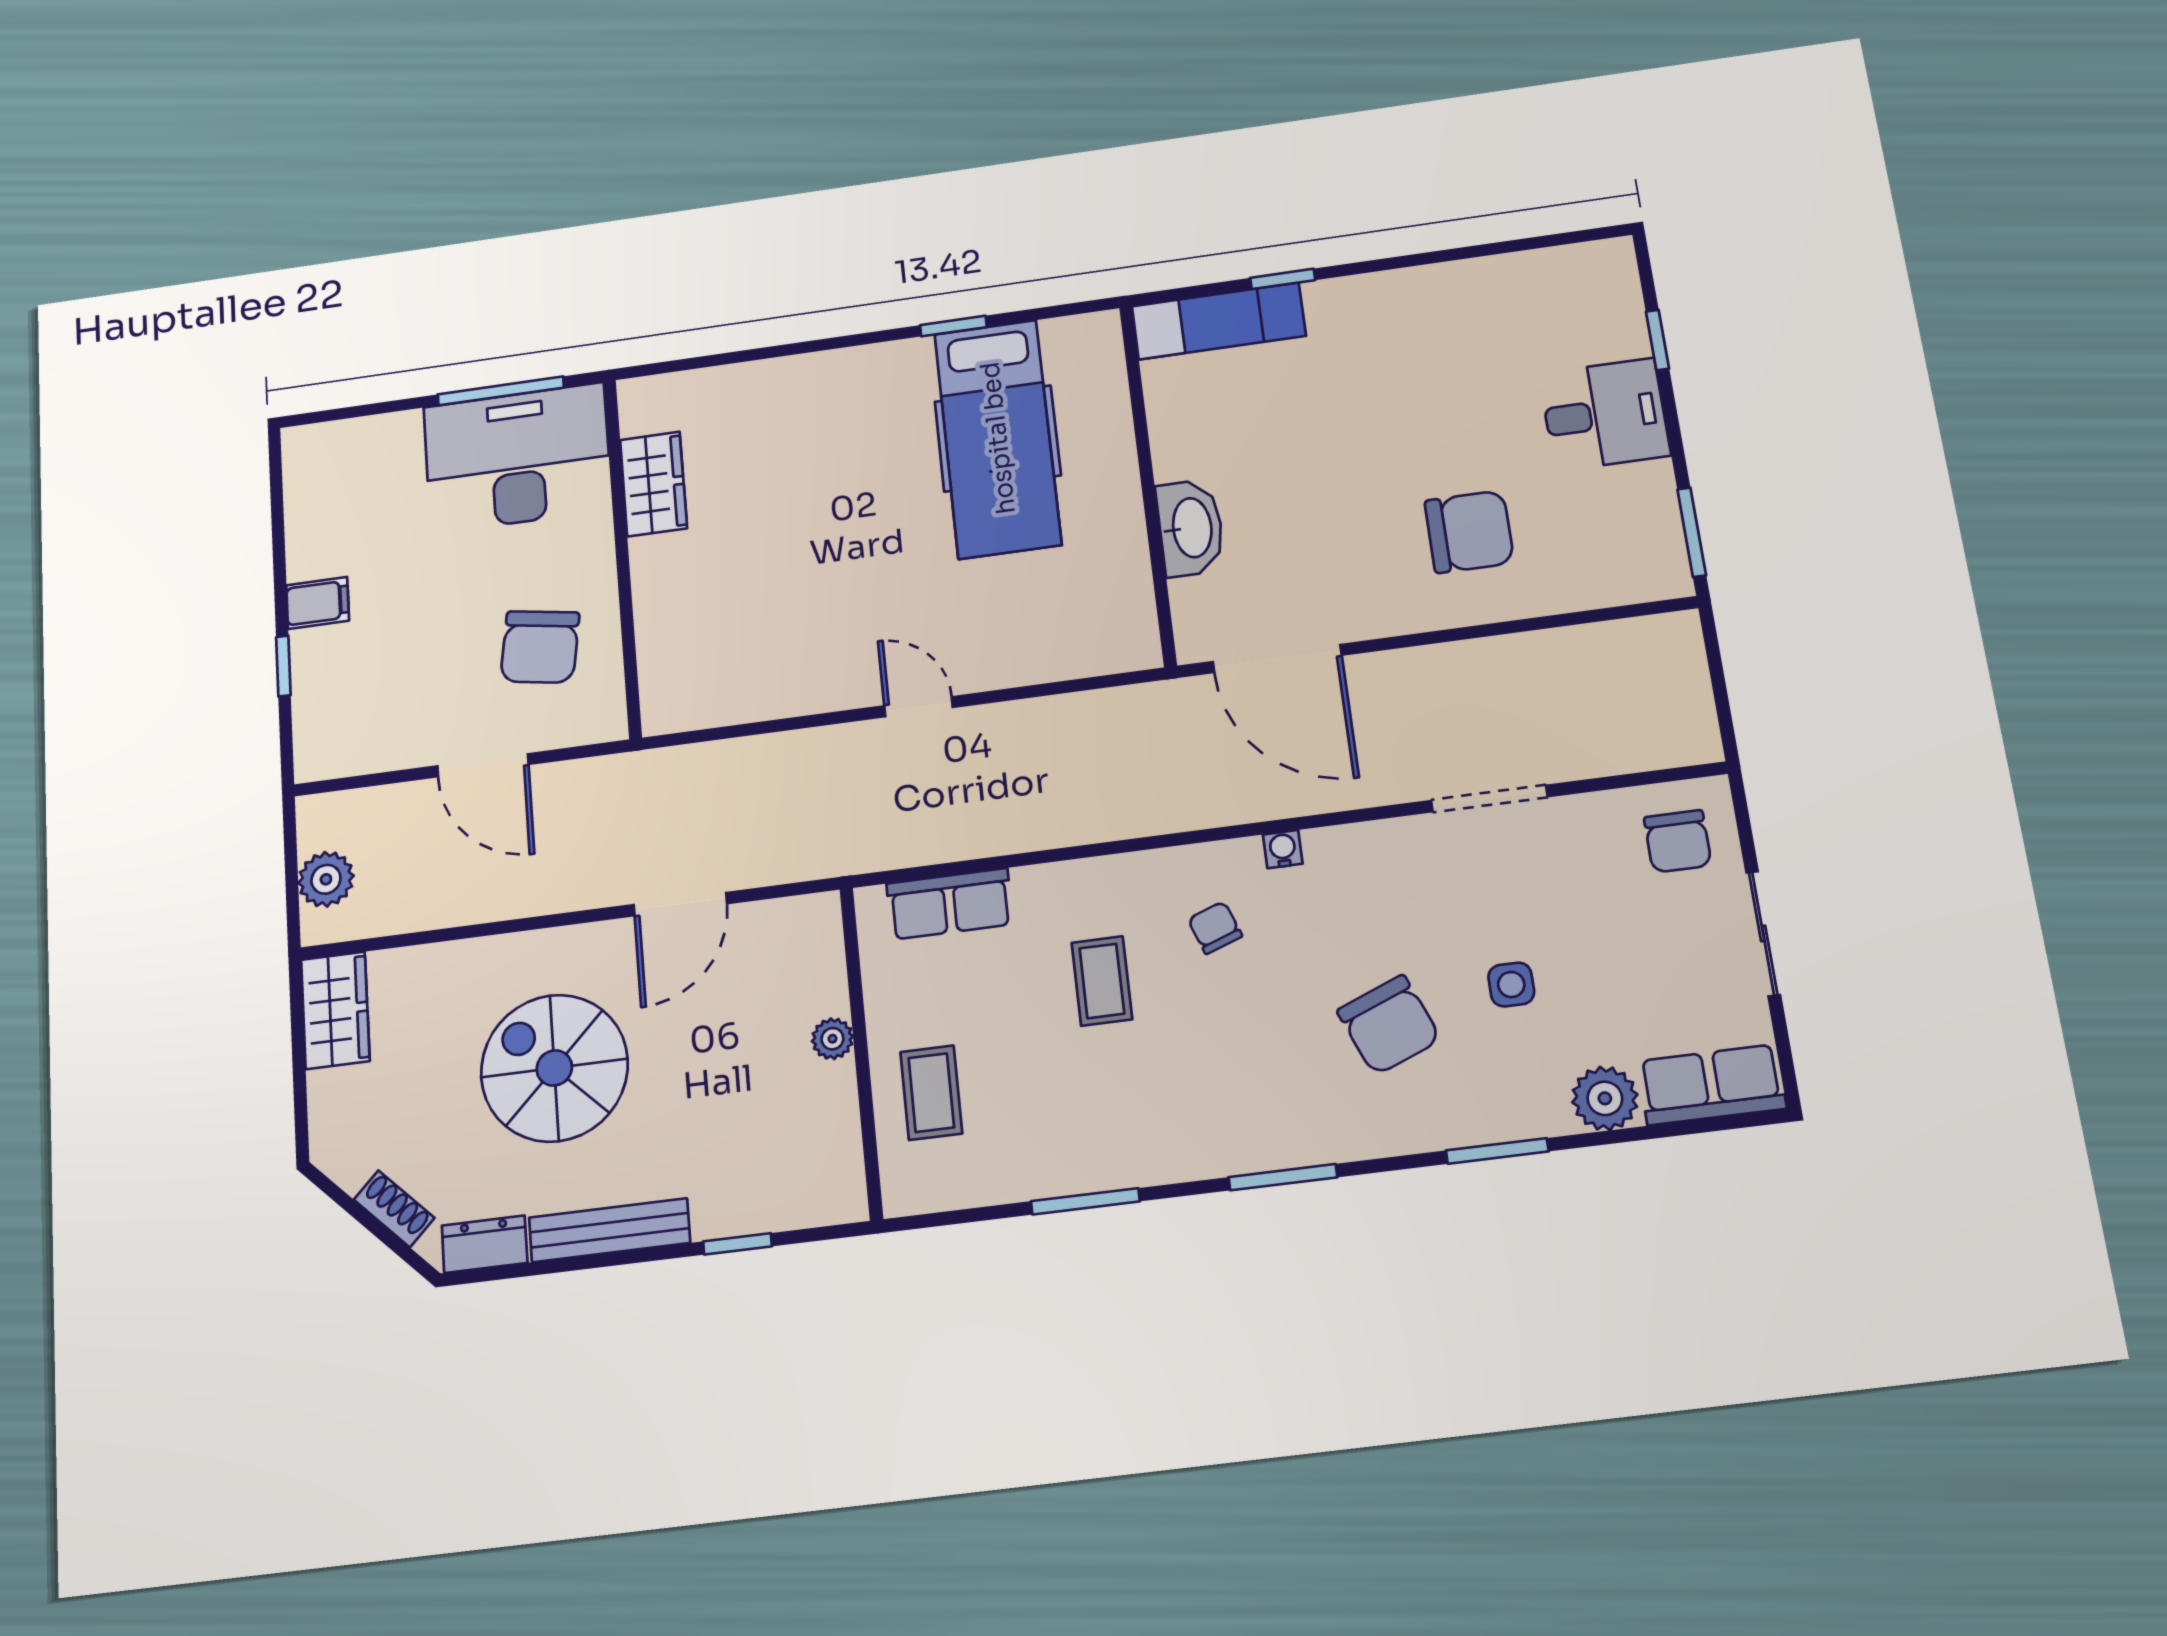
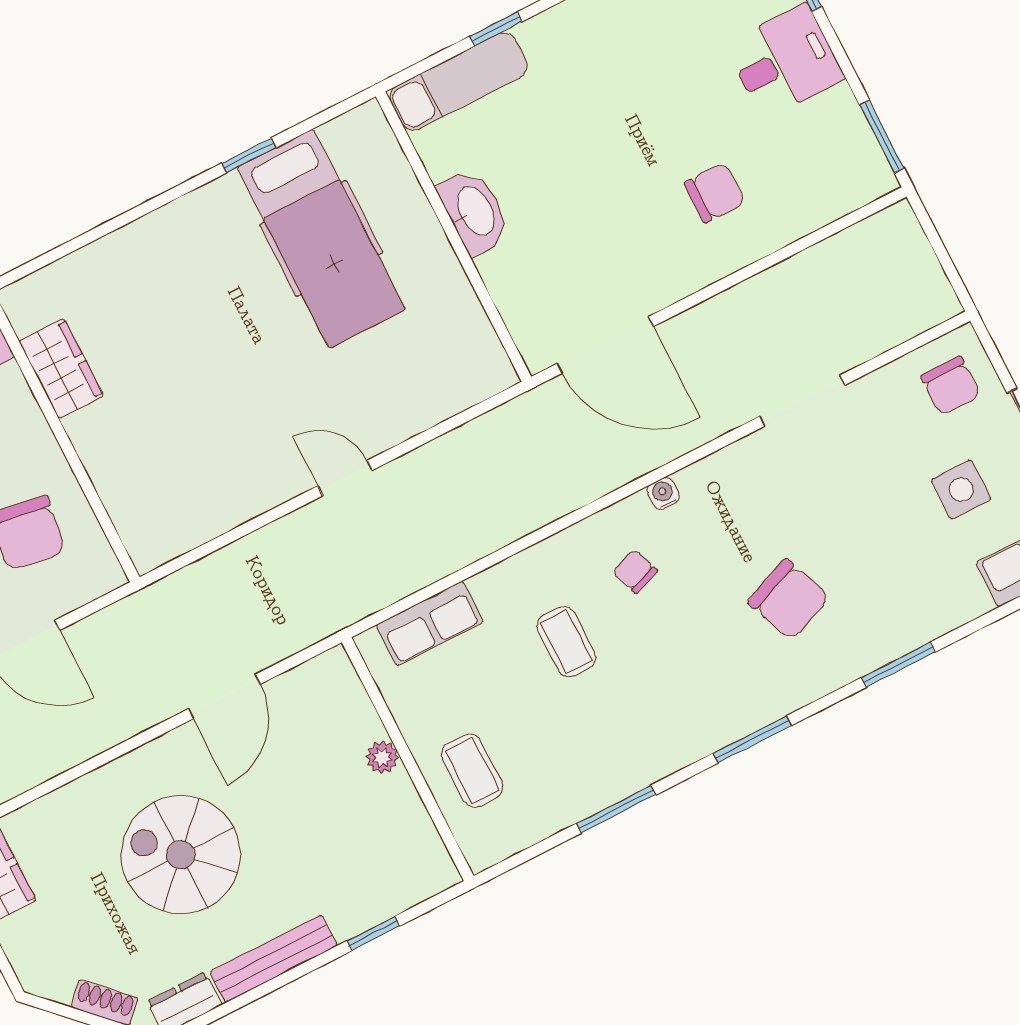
washbasin: (1190, 528) -> (474, 211), moved
chair: (1469, 532) -> (715, 193), width x0.73, depth x0.73
side table: (1511, 985) -> (961, 490), moved, width x1.37, depth x1.37
plant: (1605, 1098) -> (962, 598), removed

